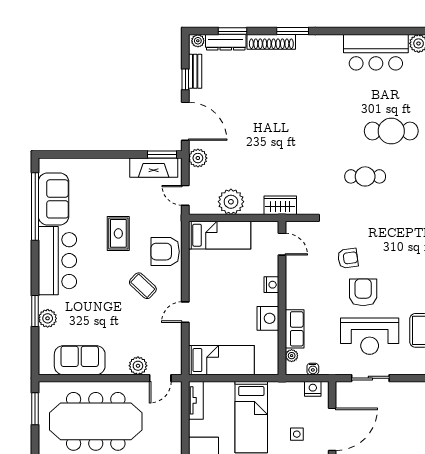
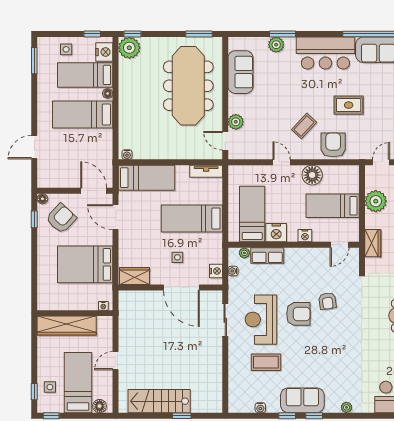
bed: (220, 235) -> (333, 206), moved, turned 90
floor lamp: (200, 276) -> (312, 175), added
bed: (221, 360) -> (252, 214), moved, turned 180

